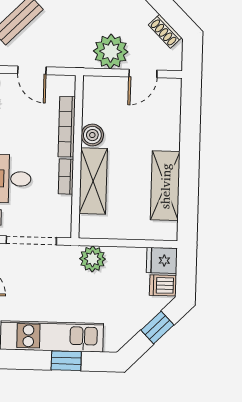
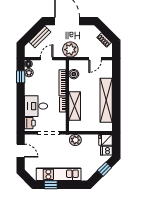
plant: (111, 51) -> (70, 50), moved
door: (32, 70) -> (47, 59), swing flipped
boiler: (92, 135) -> (74, 74), moved
shelving: (165, 186) -> (106, 100), width x1.47
window: (66, 361) -> (51, 185), moved

